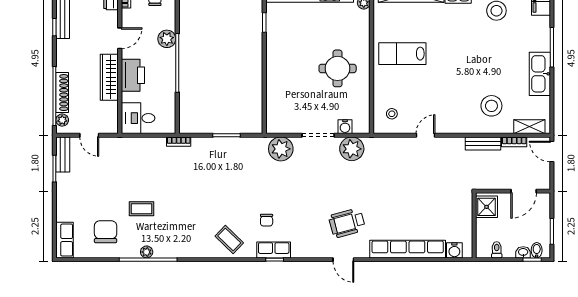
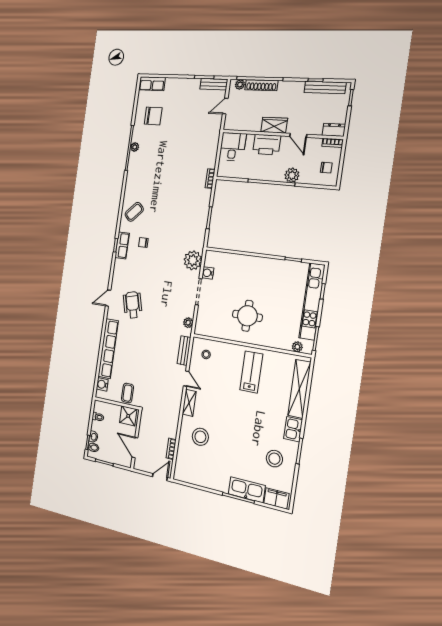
kitchen sink: (540, 74) -> (247, 490), moved
wardrobe: (109, 77) -> (274, 125), width x0.67
water cooler: (345, 127) -> (208, 273), moved
shelving: (529, 127) -> (189, 403), moved
bench: (483, 143) -> (184, 351), moved
plant: (352, 149) -> (188, 323), width x0.53, depth x0.53
coffee table: (141, 209) -> (128, 393), moved

